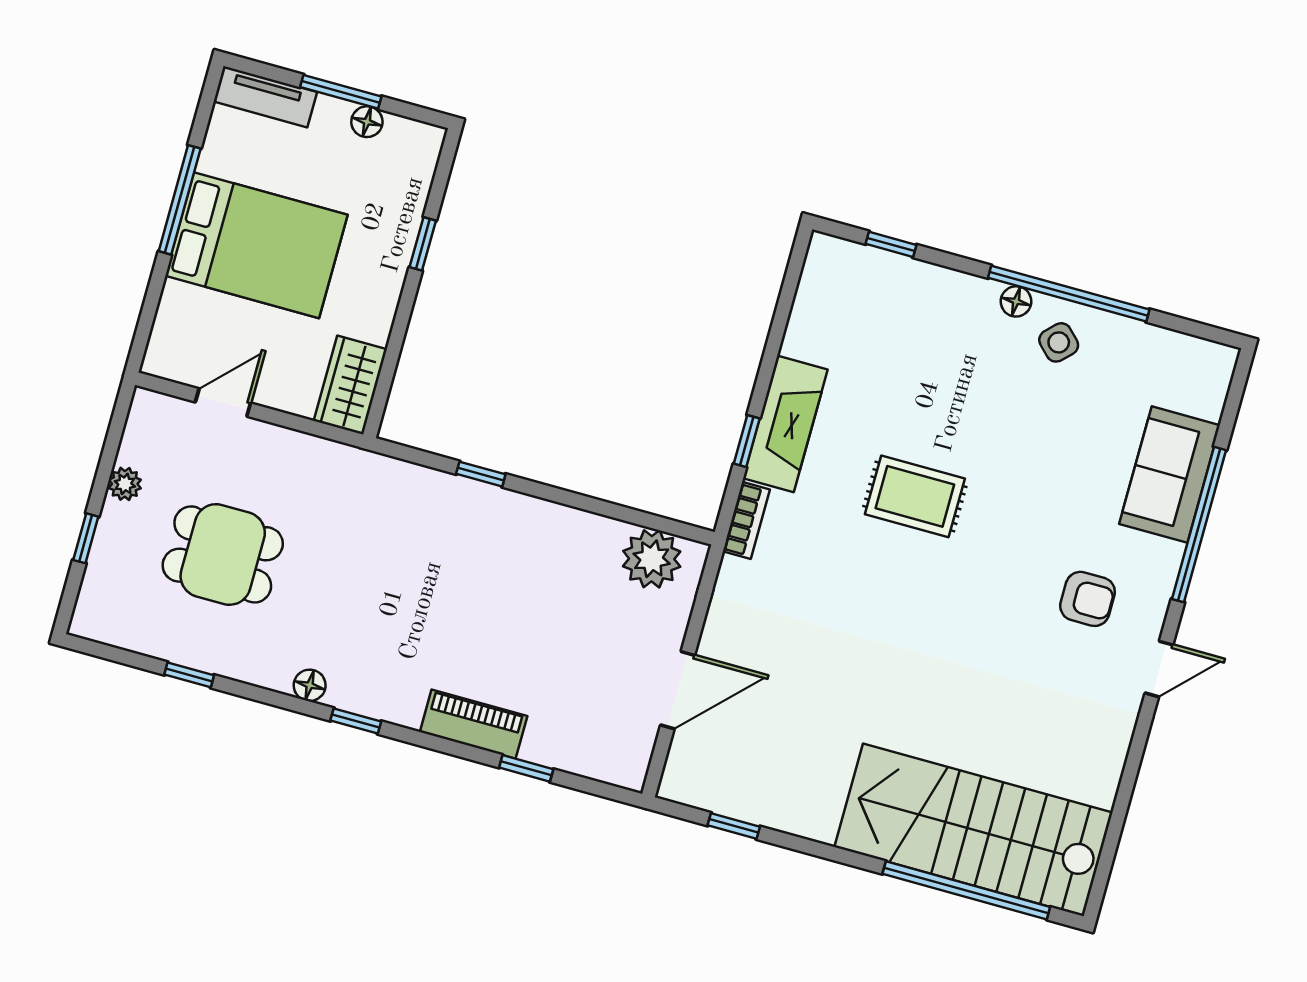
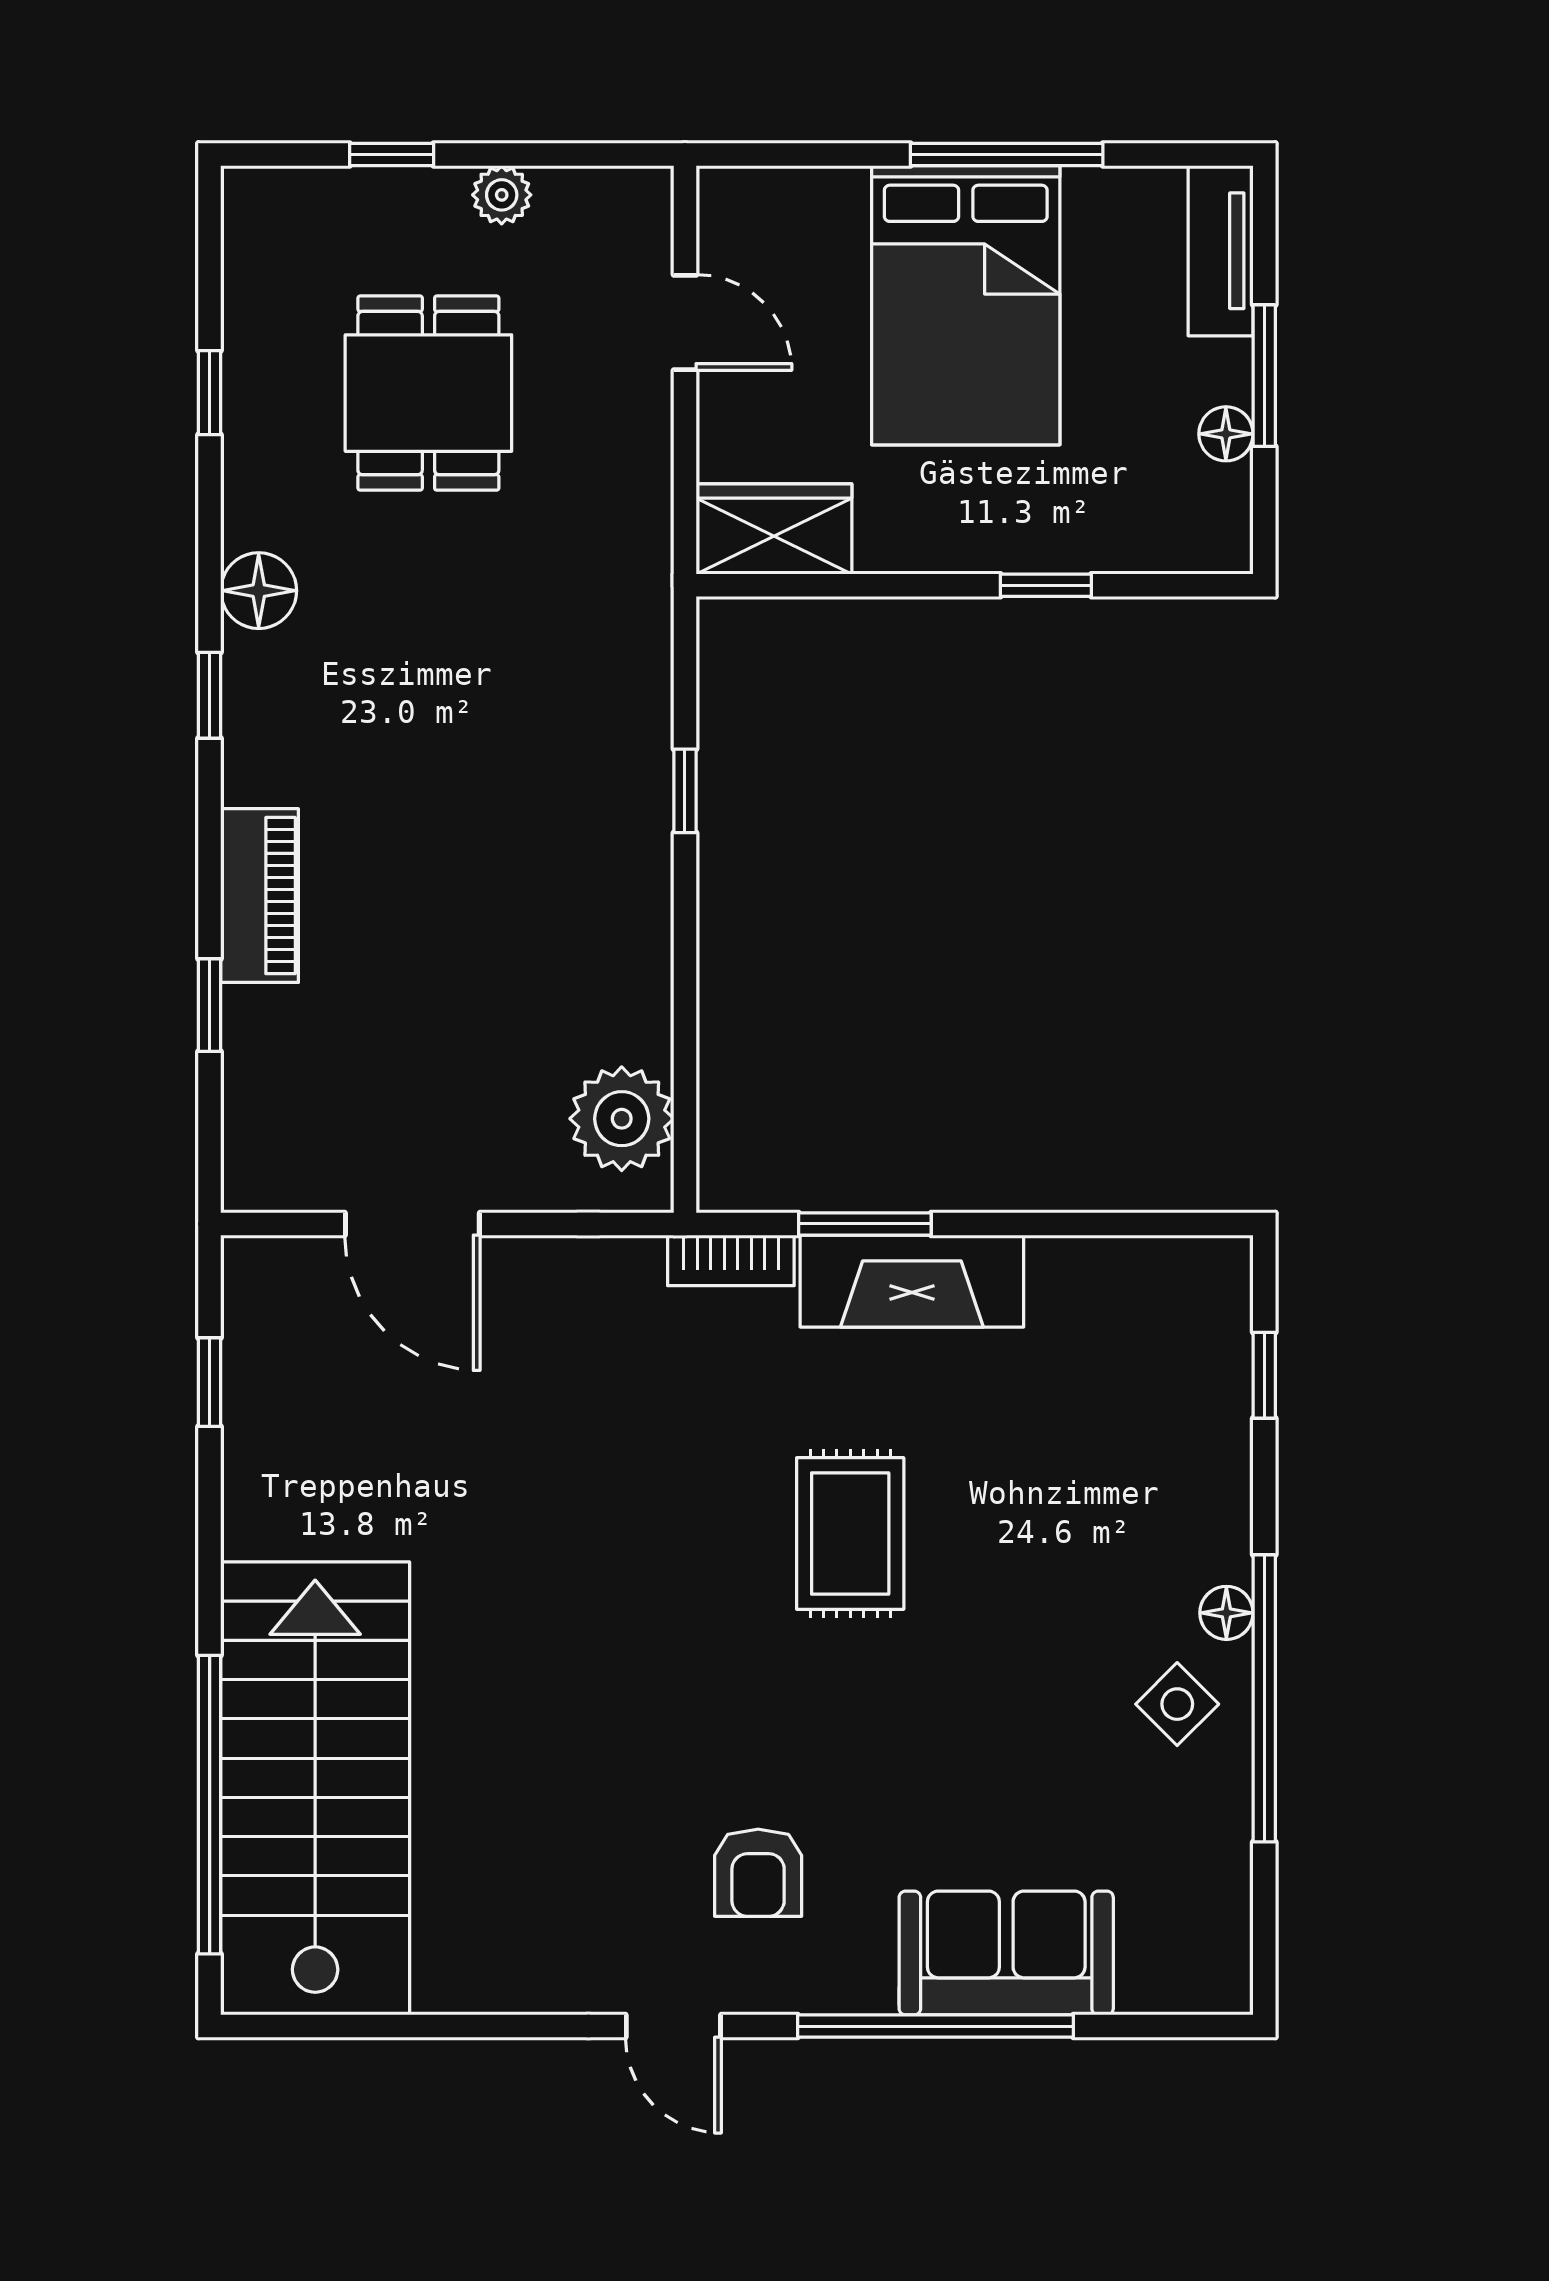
window: (747, 441) -> (865, 1224), width x1.50
floor lamp: (310, 685) -> (259, 591), width x1.37, depth x1.37

